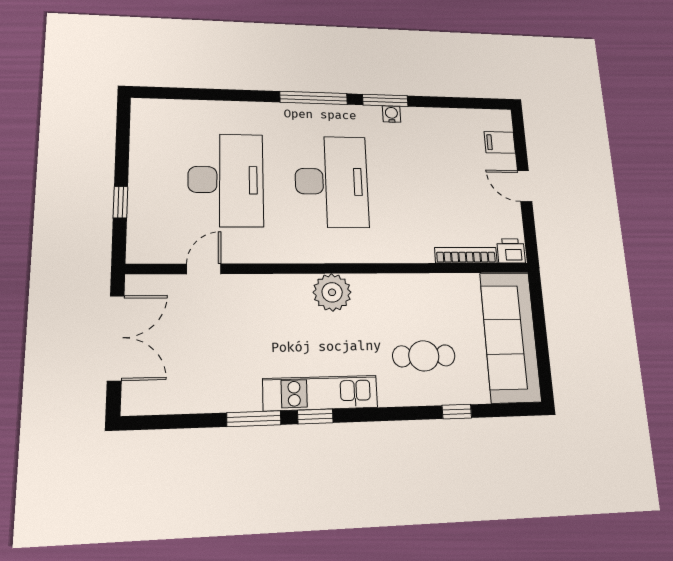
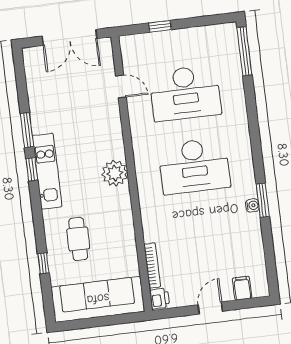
window: (314, 98) -> (244, 51), moved

